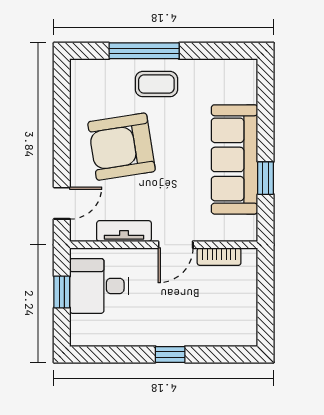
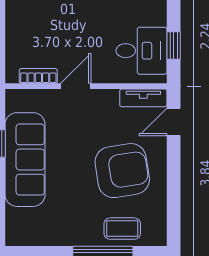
coffee table: (156, 84) -> (122, 229), moved
tv unit: (124, 231) -> (143, 98), moved

